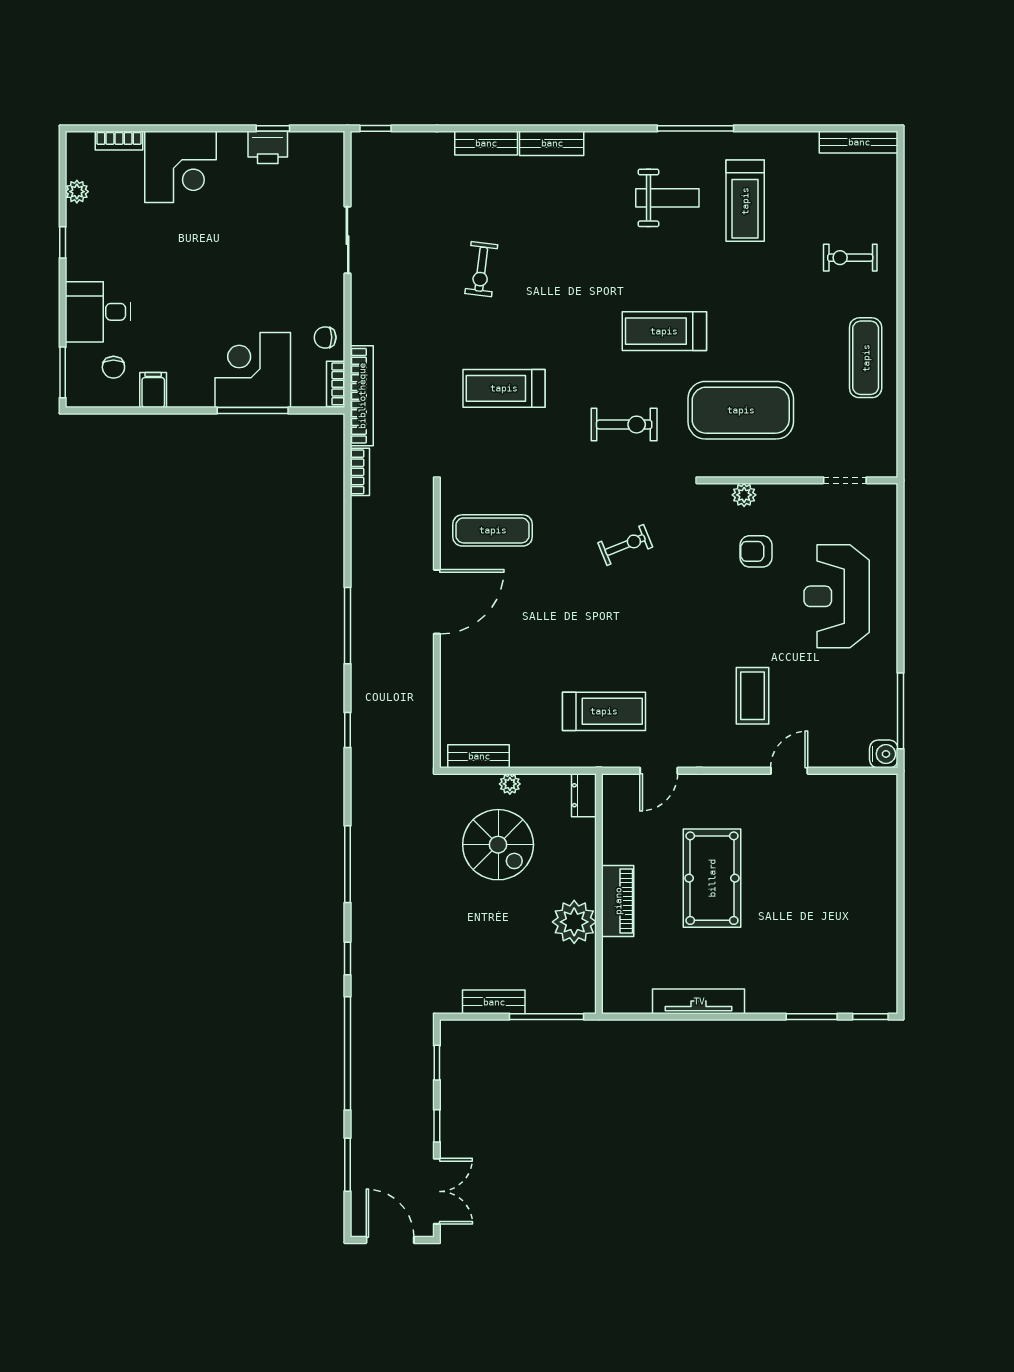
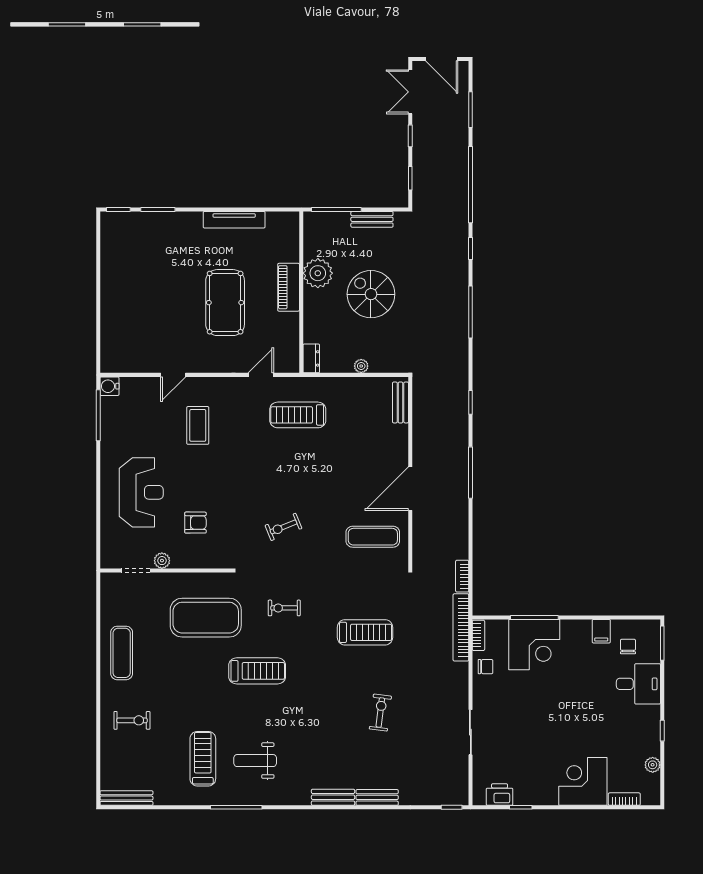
printer: (268, 147) -> (500, 795), moved
exercise bike: (624, 425) -> (284, 608), width x0.73, depth x0.72
plant: (744, 495) -> (162, 561), moved
bench: (479, 756) -> (401, 402), moved, turned 90
spiral stairs: (498, 845) -> (371, 294), moved

